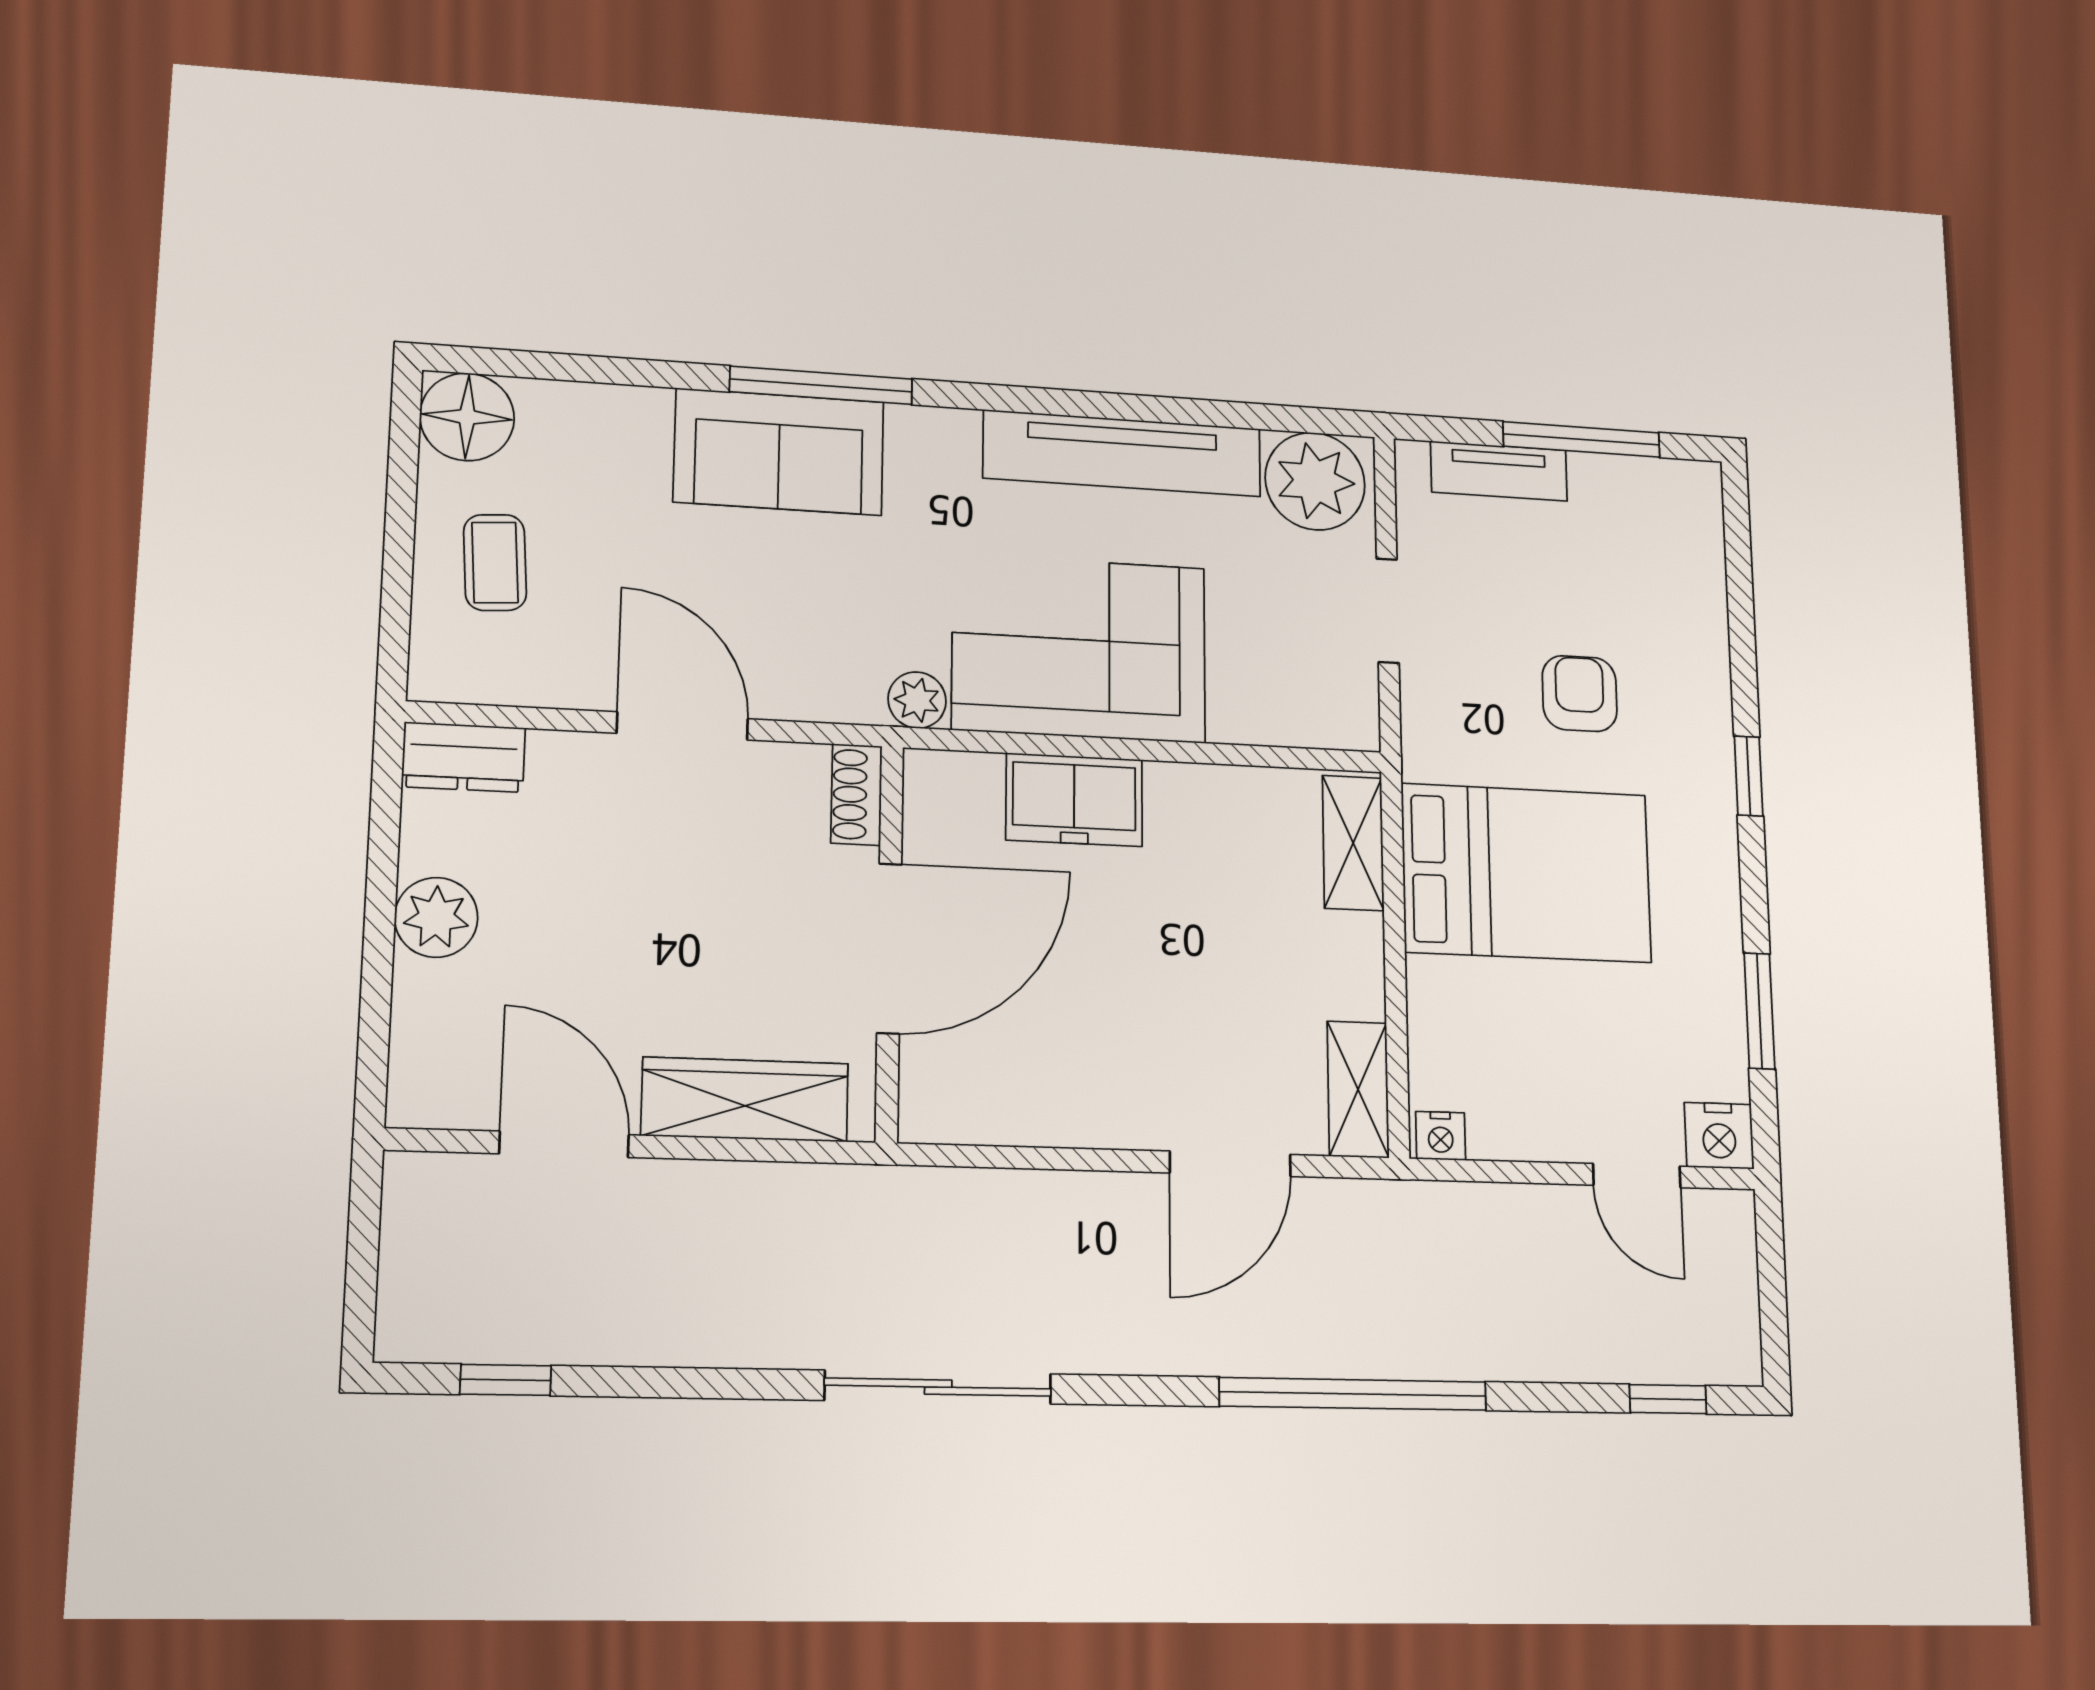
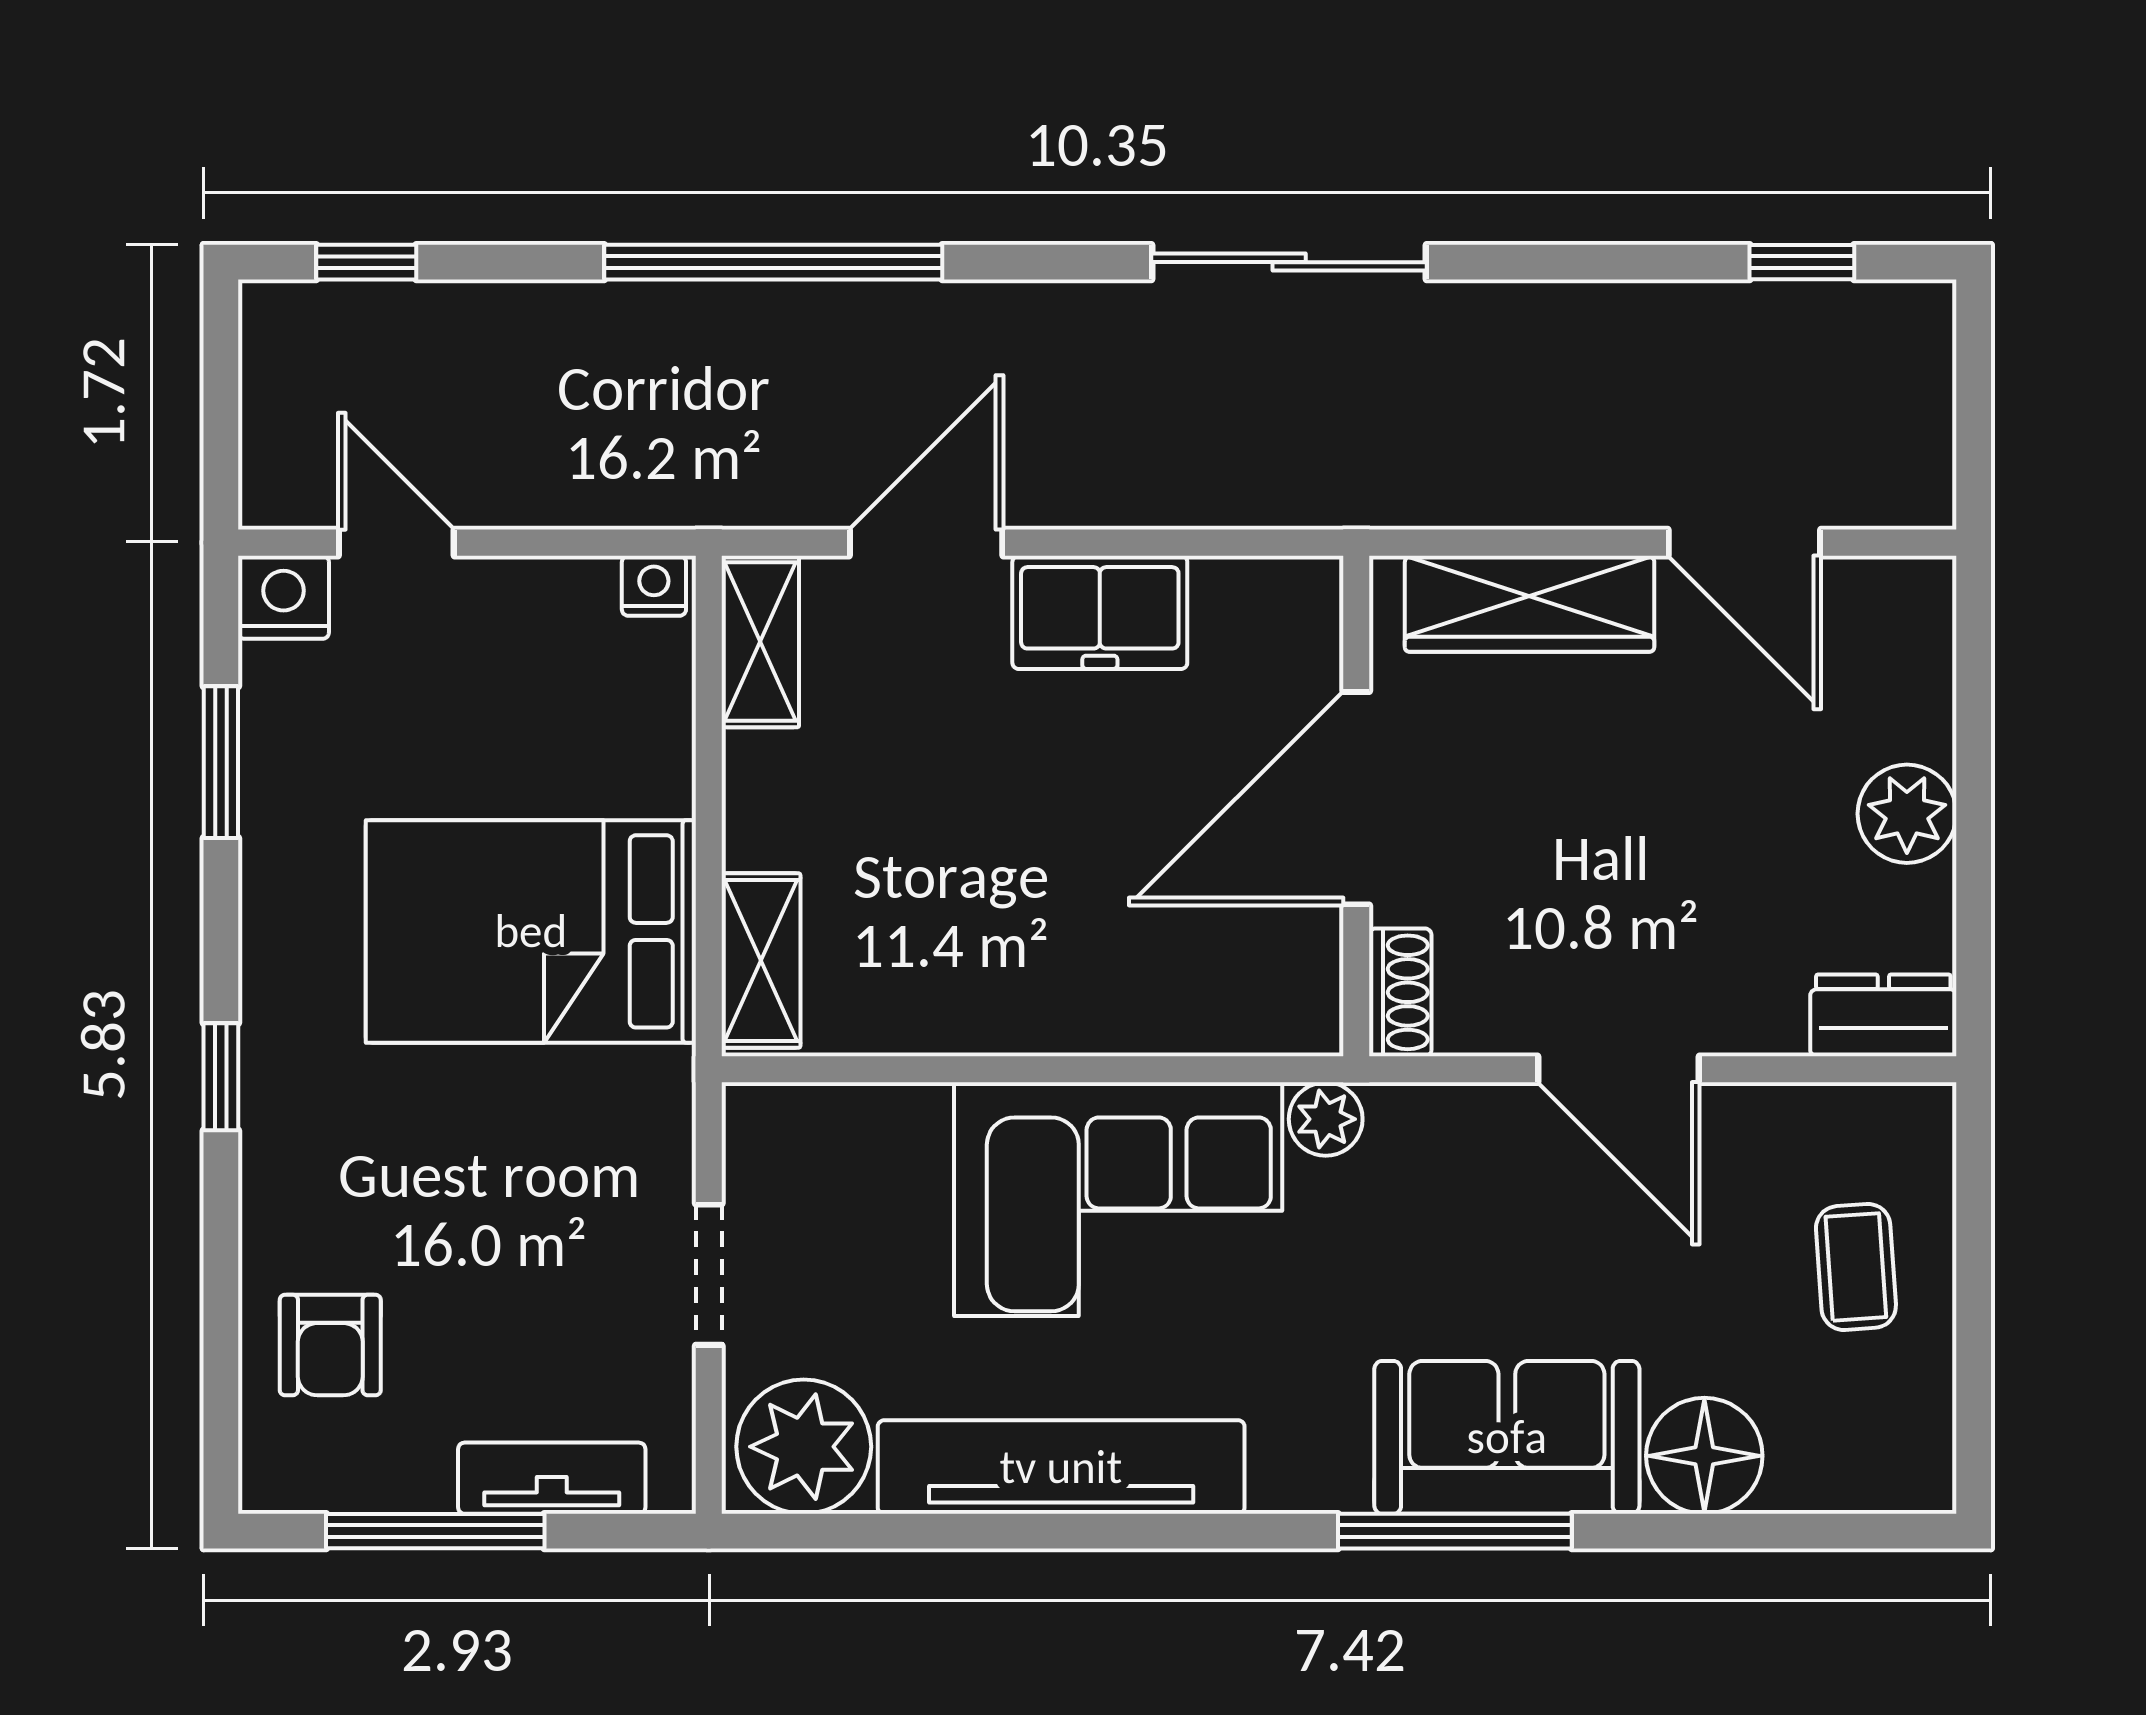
floor lamp: (467, 417) -> (1704, 1456), moved
armchair: (1580, 694) -> (330, 1345), moved
freezer: (1074, 800) -> (1100, 612), moved, turned 180

